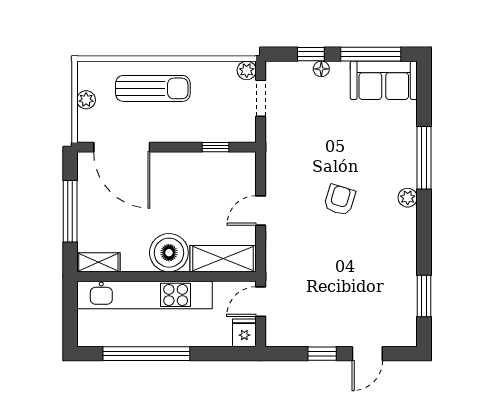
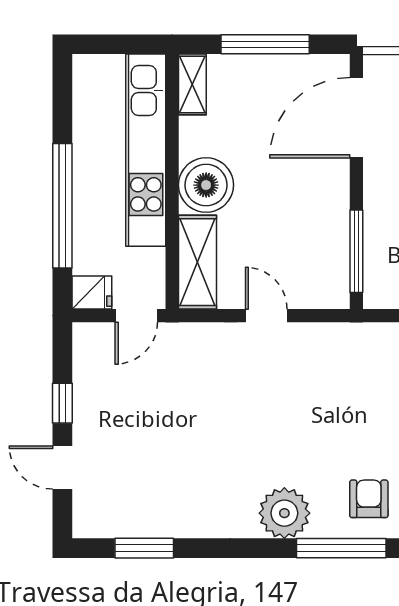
window: (215, 147) -> (356, 251), width x2.17
plant: (408, 198) -> (284, 513), width x1.88, depth x1.88
armchair: (340, 200) -> (369, 499), moved, turned -107
door: (261, 302) -> (136, 316), swing flipped
window: (146, 354) -> (62, 206), moved

